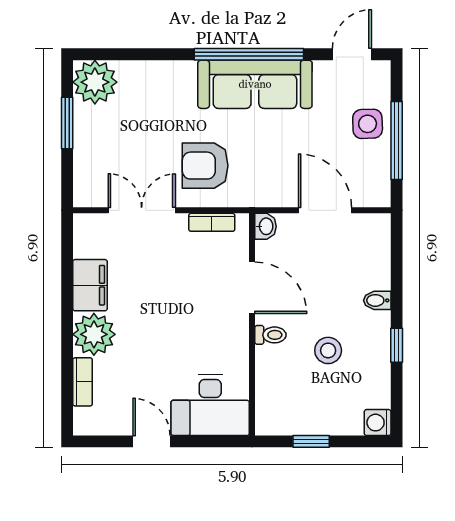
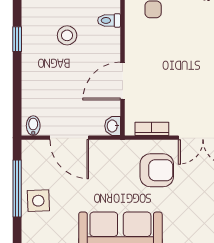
door: (252, 288) -> (123, 81), hinge flipped
bidet: (377, 300) -> (33, 126), moved, turned -90
toilet: (270, 335) -> (109, 20), moved

